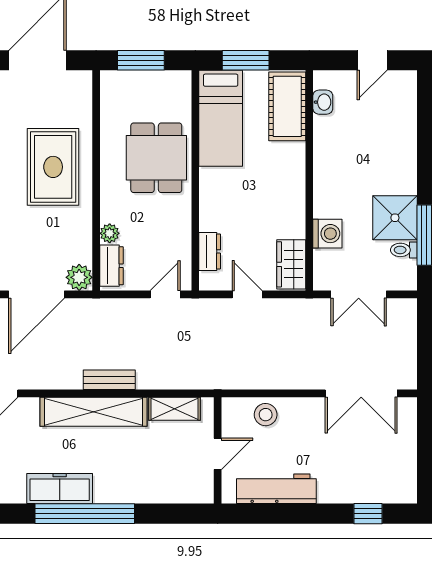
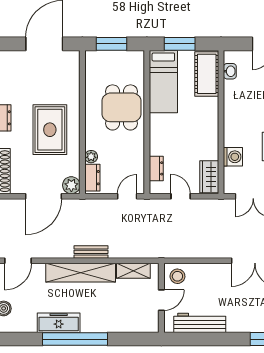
rug: (53, 167) -> (50, 130), moved
stool: (266, 415) -> (177, 276), moved

